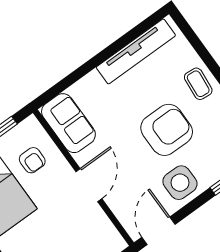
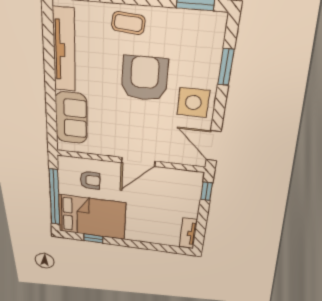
sofa: (68, 123) -> (71, 118), moved, turned 90
door: (89, 185) -> (138, 162), swing flipped

